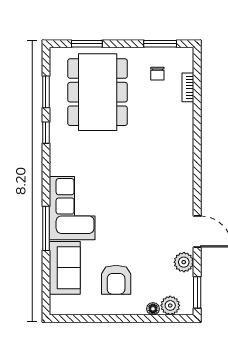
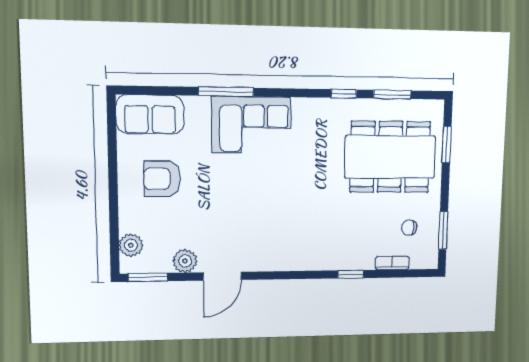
window: (197, 123) -> (351, 274), added
sofa: (65, 268) -> (150, 114), moved
floor lamp: (153, 309) -> (126, 224), removed

